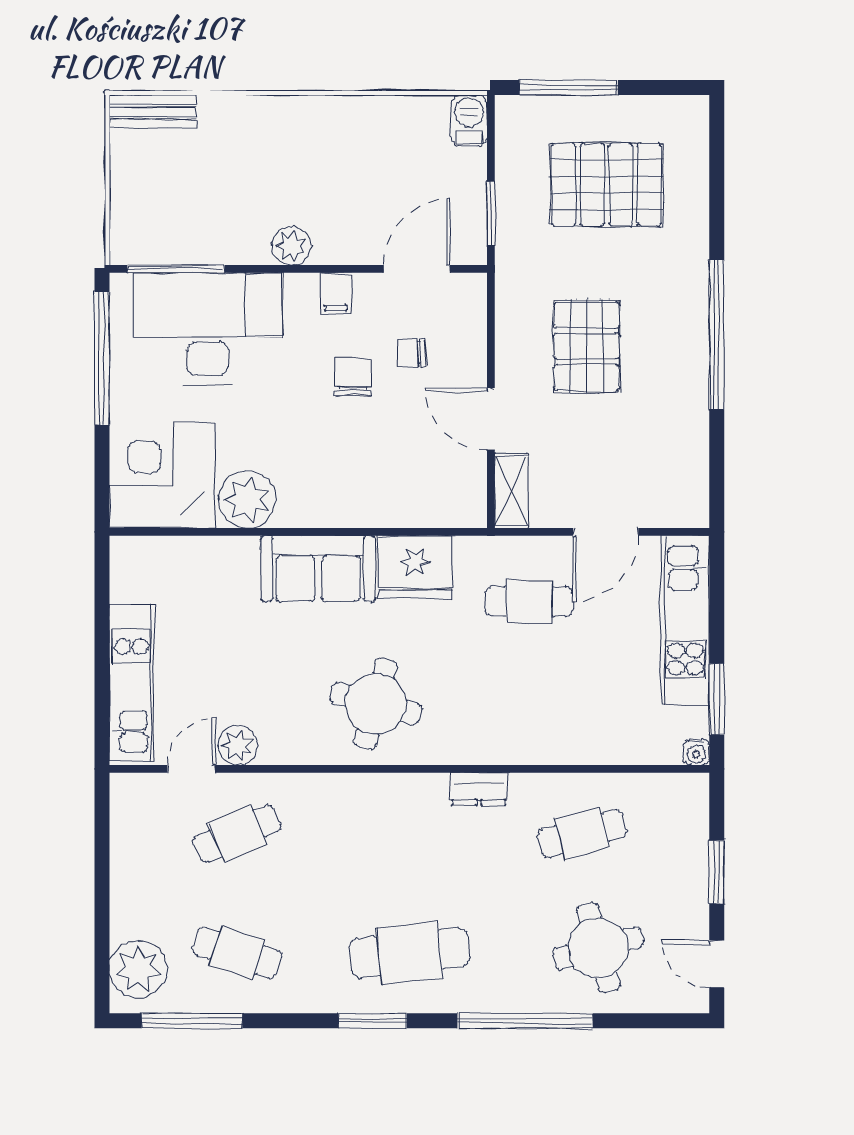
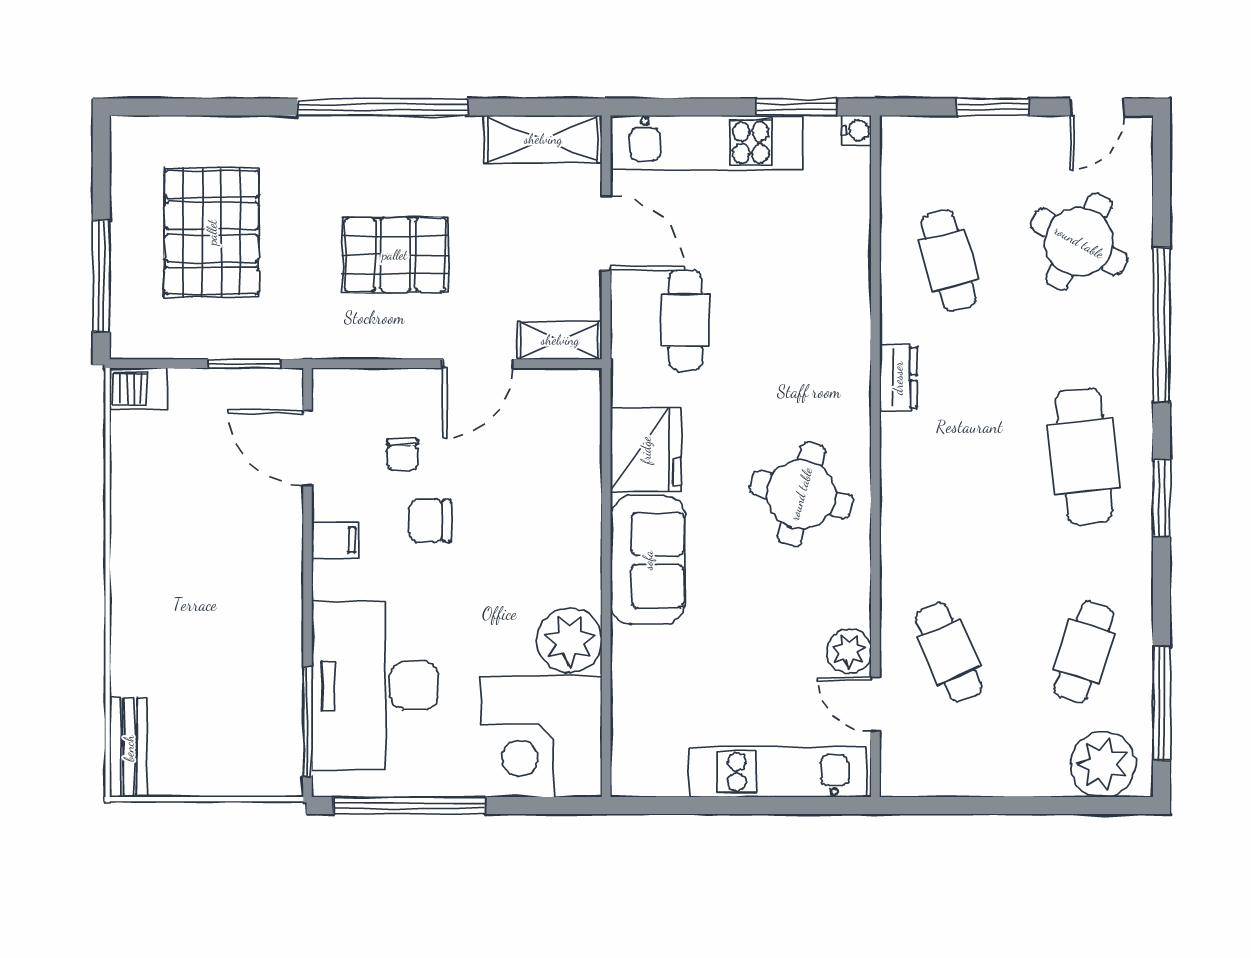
plant: (292, 246) -> (281, 590), removed
shelving: (688, 476) -> (543, 139), added
round table: (598, 948) -> (1079, 242), turned 45

